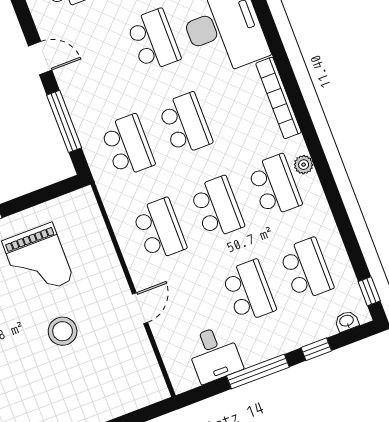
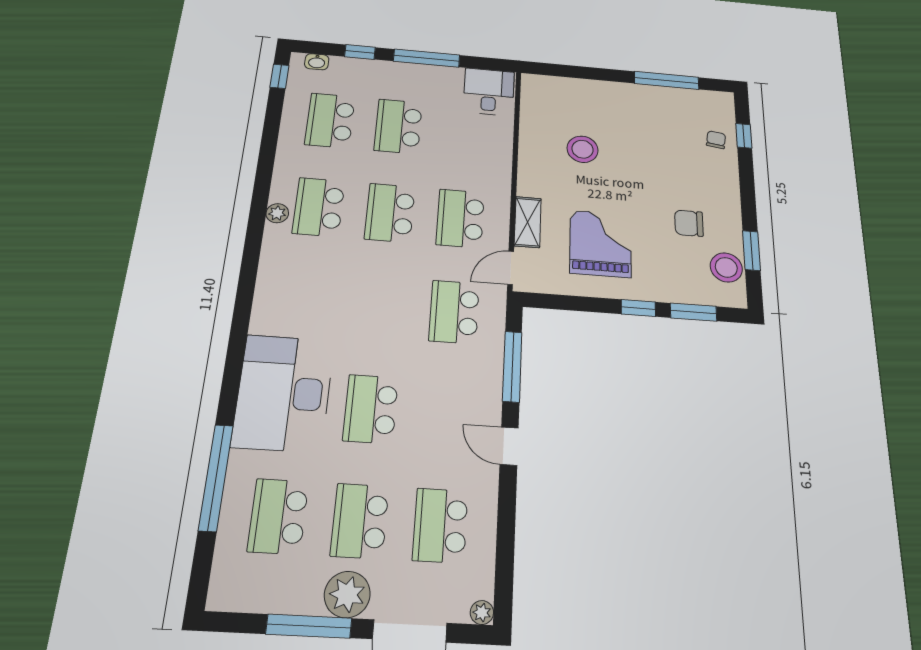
bookcase: (278, 98) -> (266, 288), removed
school desk: (185, 124) -> (381, 307), removed
shelving: (104, 252) -> (528, 222), added
door: (140, 308) -> (511, 268), moved
stool: (63, 331) -> (582, 149), moved
desk: (214, 354) -> (489, 92), moved

